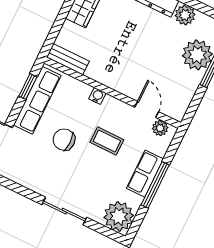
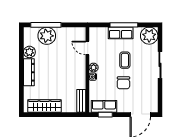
row of seats: (37, 100) -> (104, 106), width x0.68
door: (147, 109) -> (87, 48), hinge flipped
plant: (160, 128) -> (94, 68), moved
coffee table: (107, 141) -> (125, 60), moved

